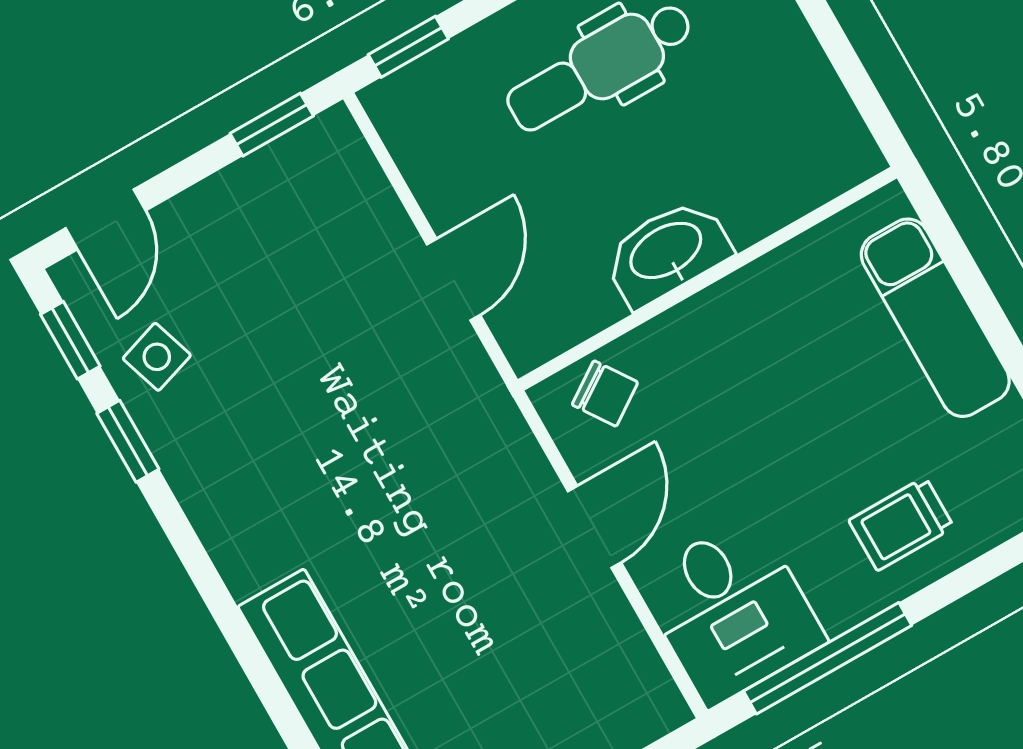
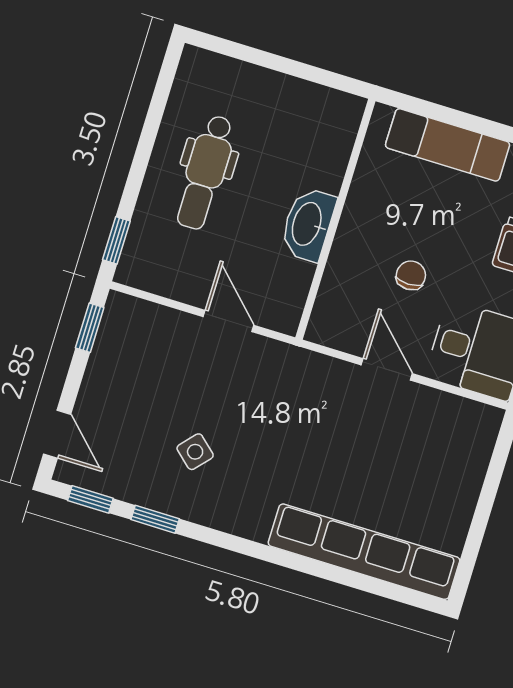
side table: (157, 357) -> (195, 452), moved, turned -30
chair: (605, 394) -> (411, 275), moved, turned -56

